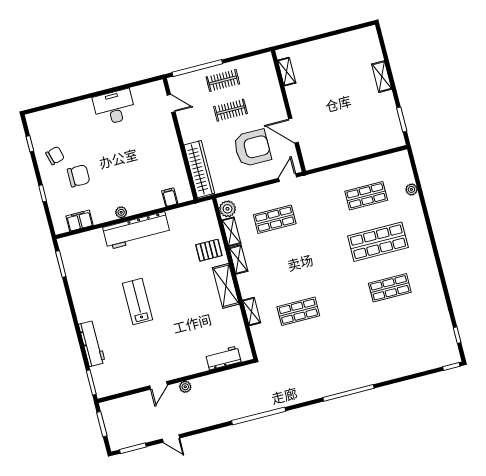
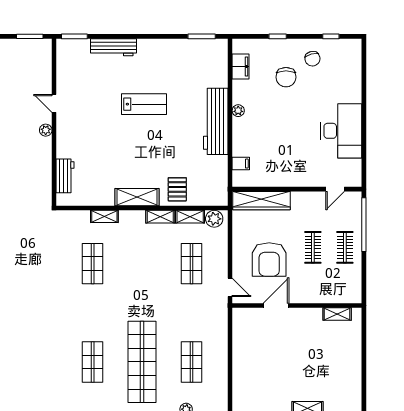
desk: (114, 107) -> (341, 131), width x1.36, depth x1.30
shop shelf: (378, 242) -> (142, 362), width x1.40

